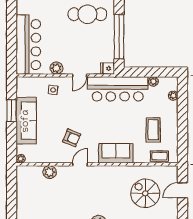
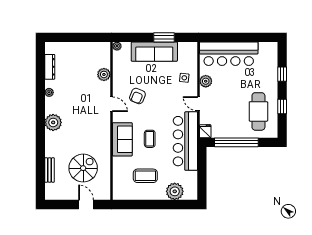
plant: (153, 81) -> (193, 176), removed
plant: (173, 96) -> (175, 191), width x1.88, depth x1.88
coffee table: (159, 156) -> (150, 139), moved

